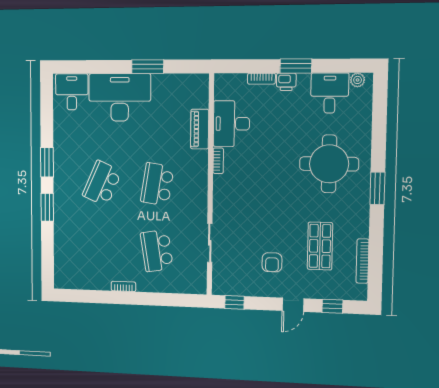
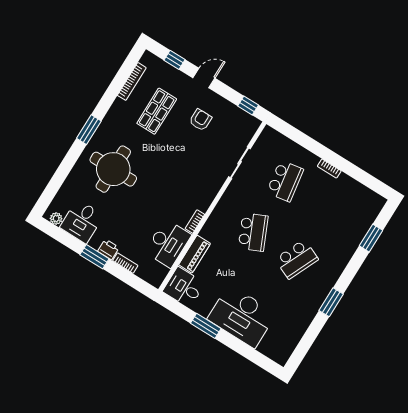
desk: (72, 92) -> (184, 287), moved, turned 90
school desk: (157, 184) -> (253, 232), turned -33
window: (47, 207) -> (371, 238), moved

